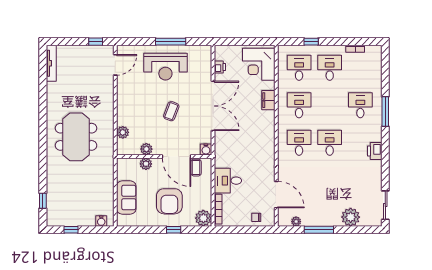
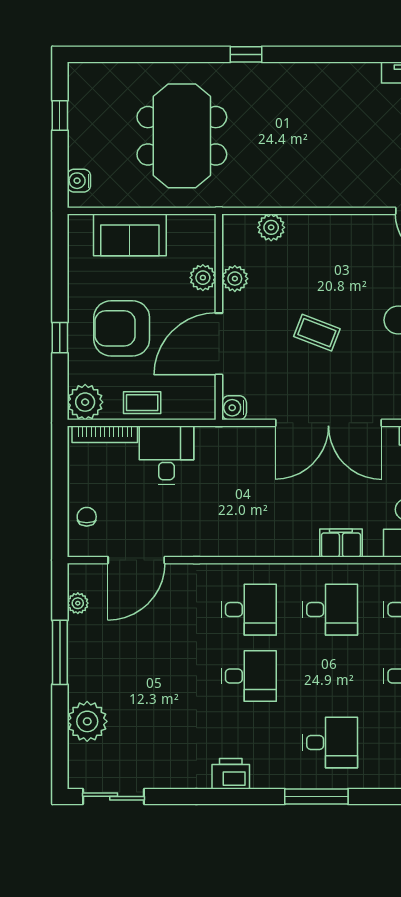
meeting table: (76, 137) -> (182, 136), moved, turned 90
coffee table: (196, 168) -> (142, 403), moved
window: (43, 201) -> (246, 54), moved

